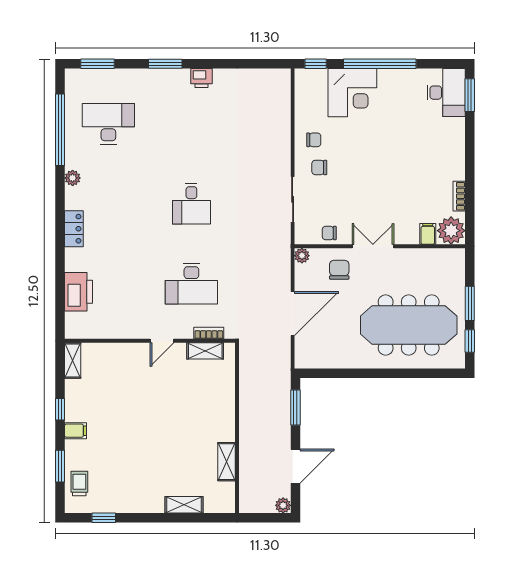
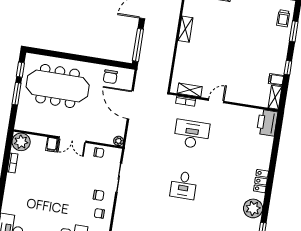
plant: (73, 178) -> (253, 208), width x1.87, depth x1.87
desk: (191, 204) -> (184, 185), turned 180
filing cabinet: (428, 234) -> (52, 145), moved
chair: (339, 270) -> (110, 77), moved
printer: (79, 292) -> (267, 123), moved
door: (293, 314) -> (130, 105), hinge flipped
window: (295, 407) -> (138, 45), width x1.44
filing cabinet: (75, 431) -> (276, 80), moved
shelving: (227, 462) -> (185, 29), moved

